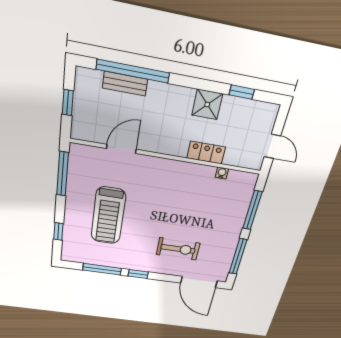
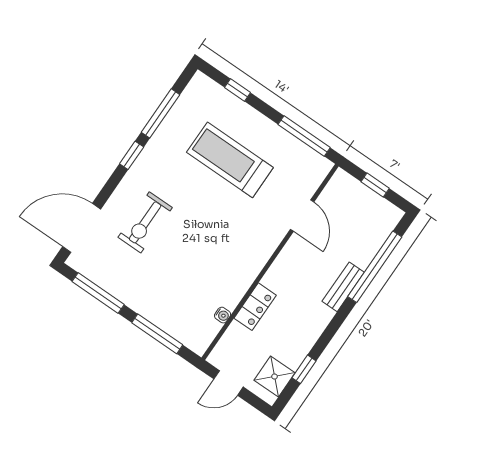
bench: (125, 84) -> (343, 287), moved
shower: (207, 104) -> (274, 377), moved

